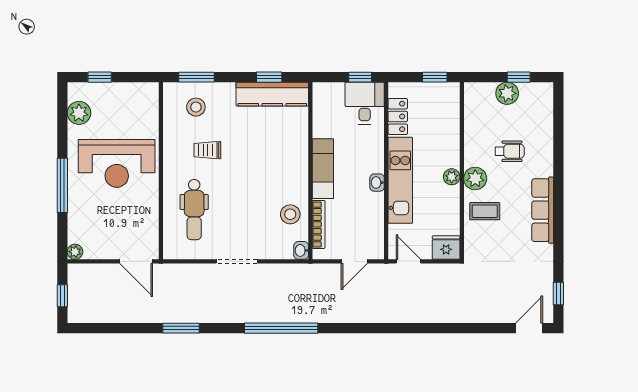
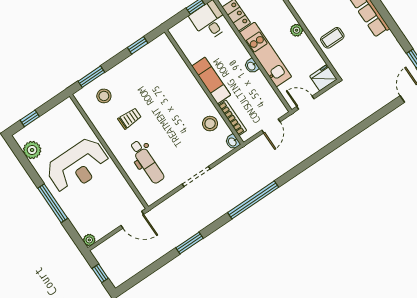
kitchen counter: (272, 94) -> (147, 55), removed
trolley: (207, 150) -> (130, 118), turned 180
plant: (475, 179) -> (312, 21), removed

